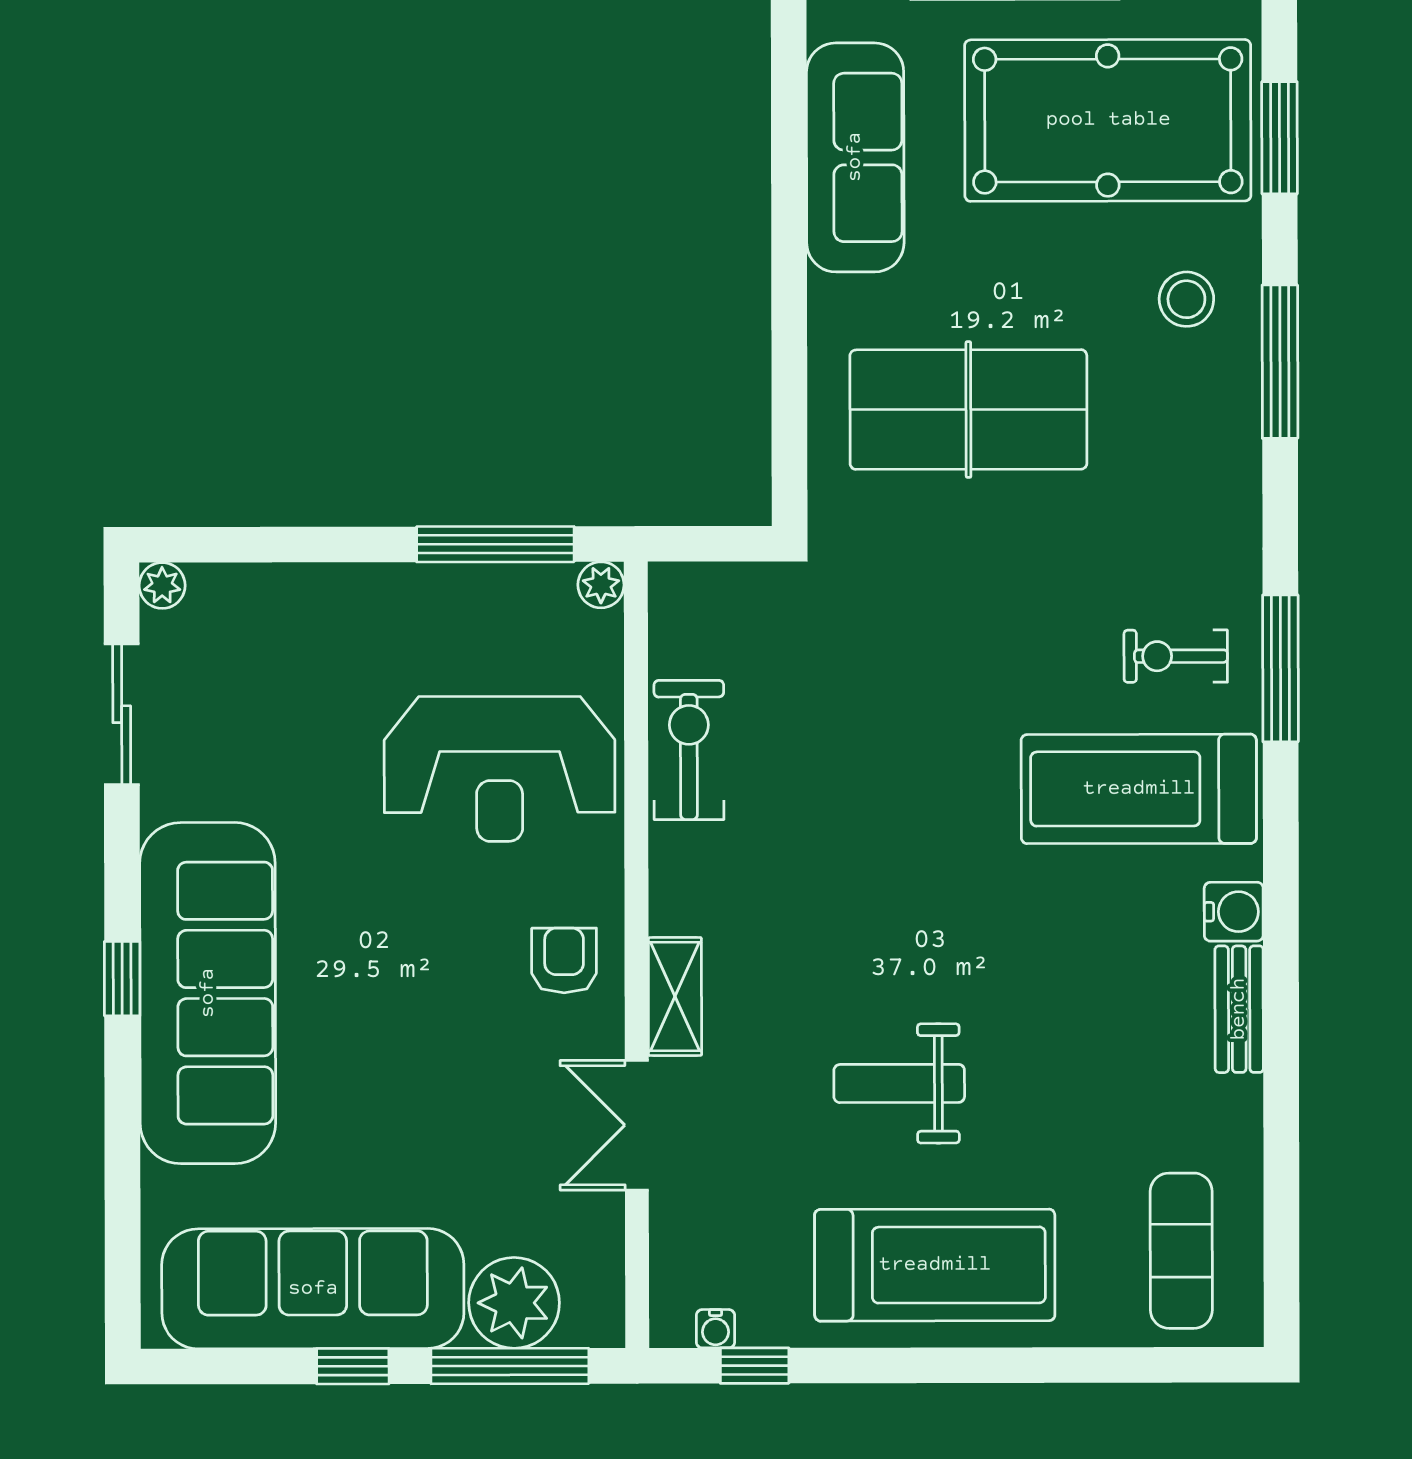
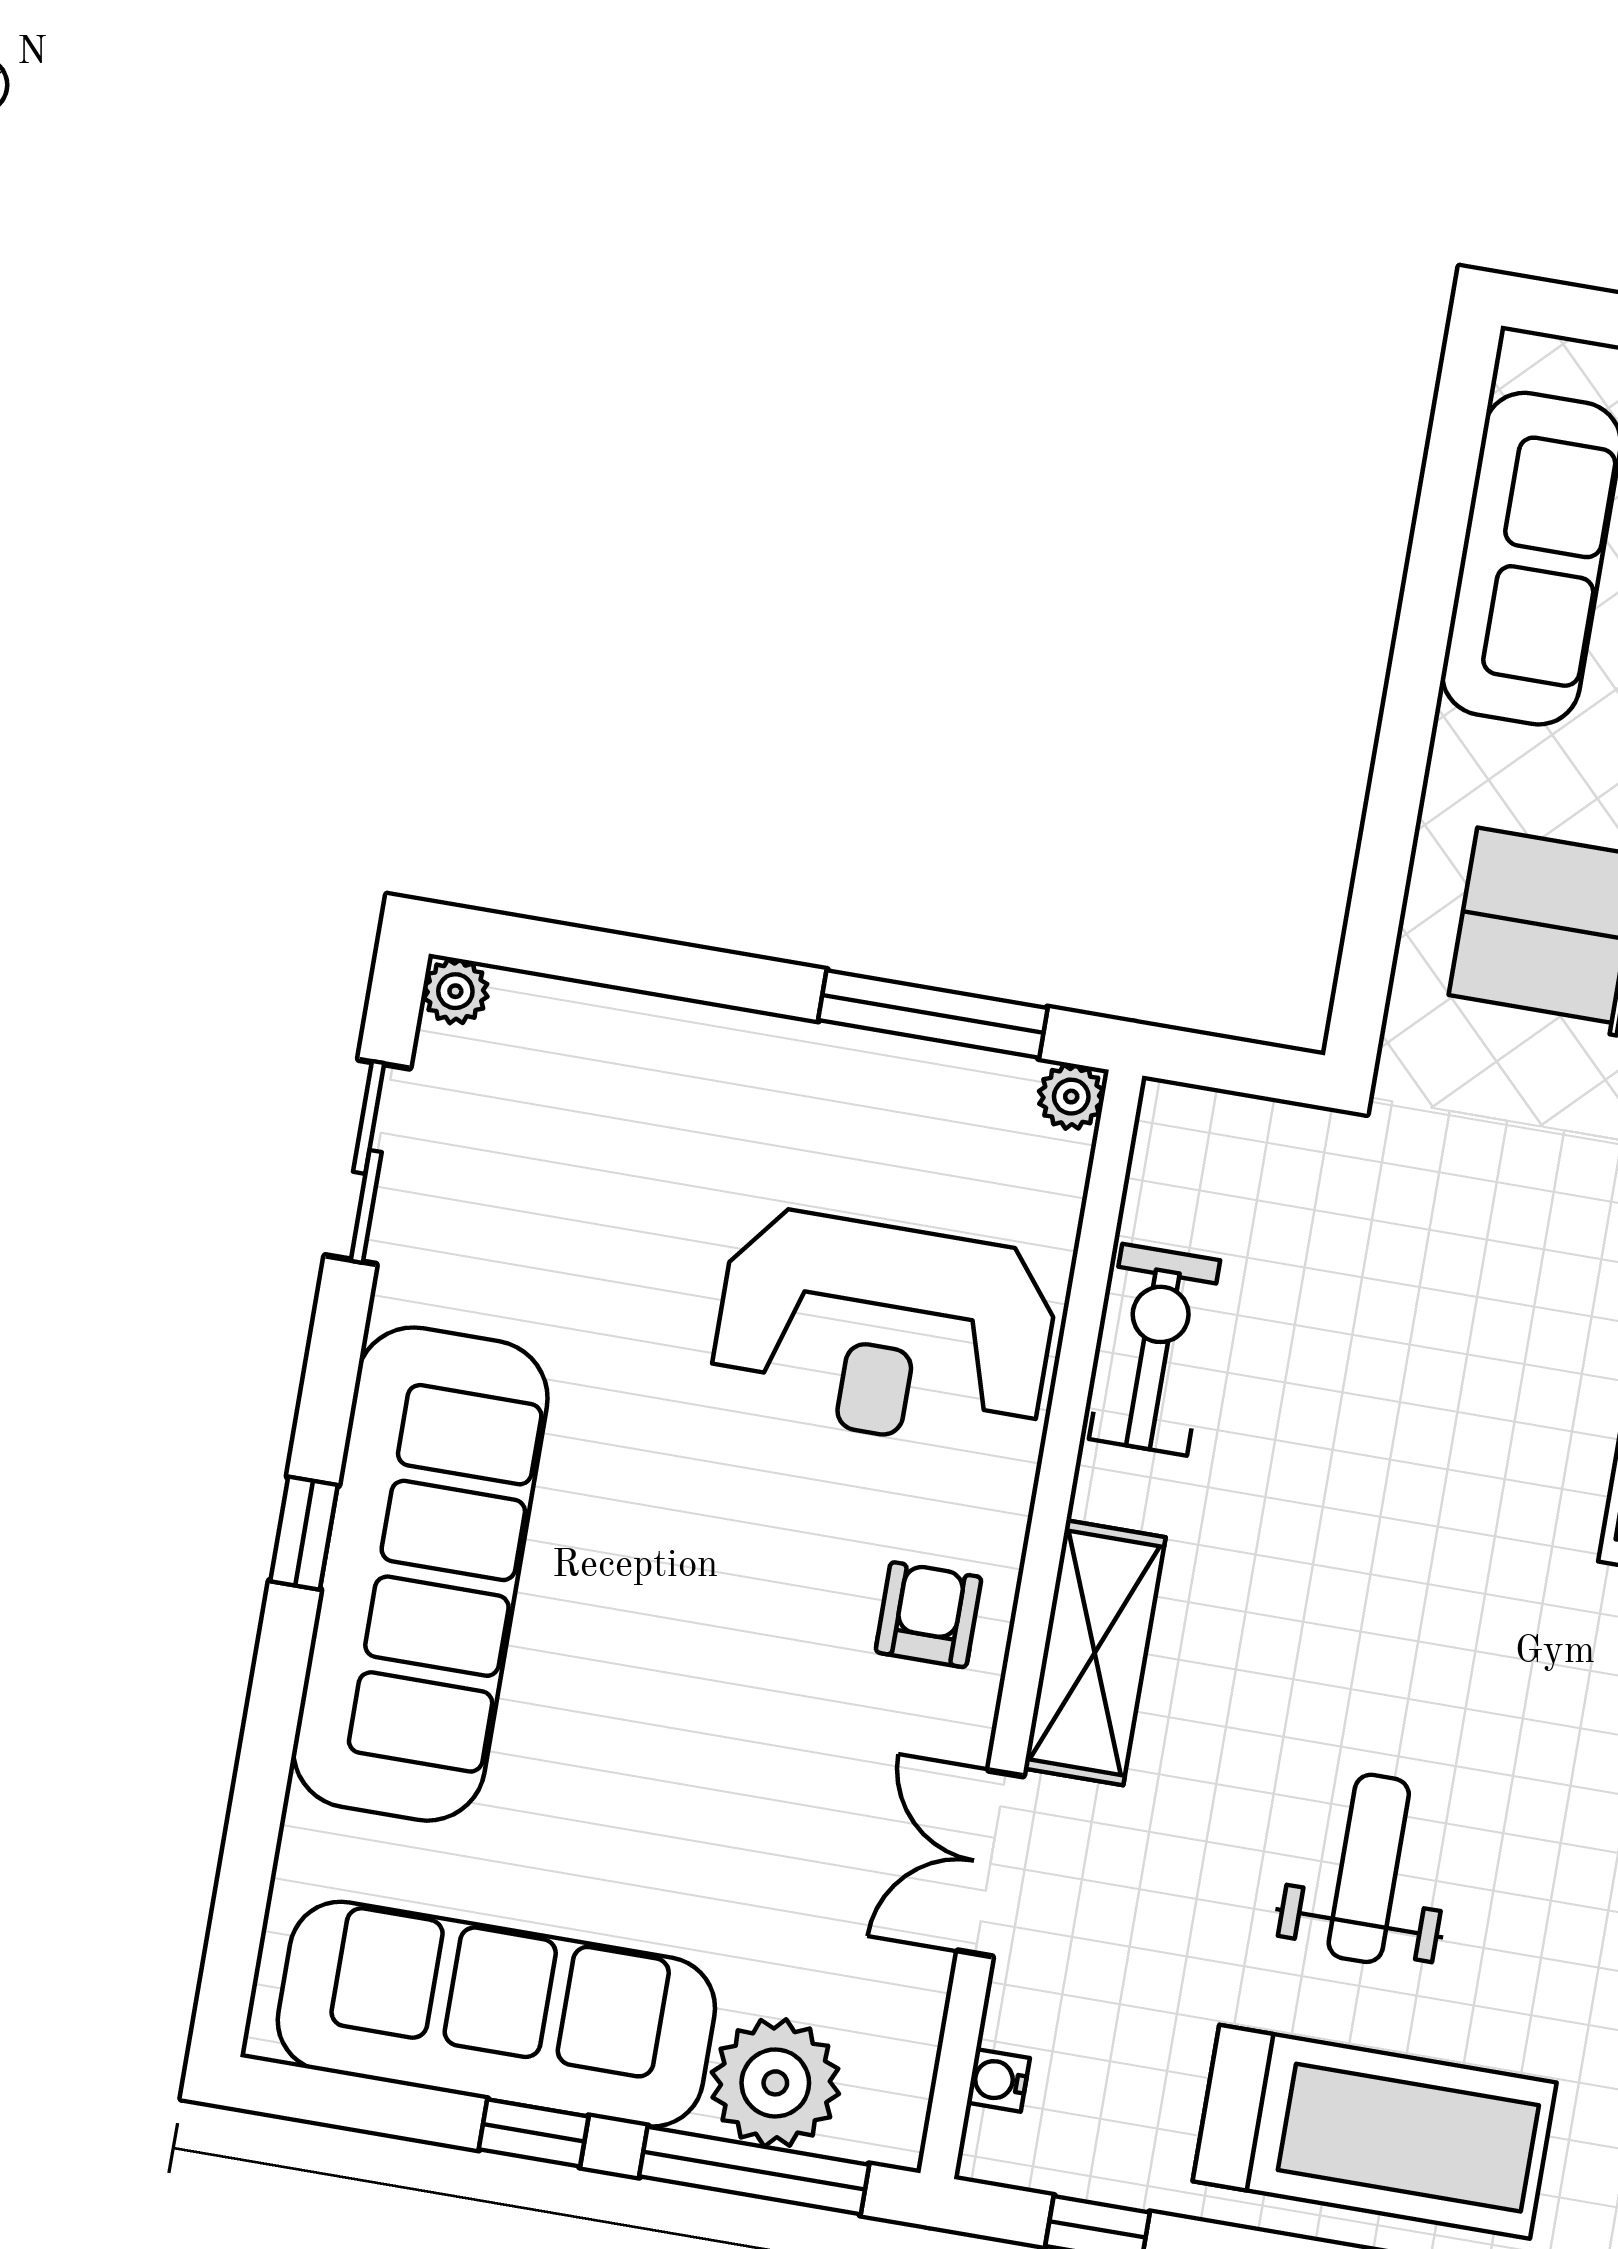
shelving: (675, 997) -> (1095, 1653), width x1.50, depth x1.33
weight bench: (899, 1083) -> (1369, 1868), turned 90
water cooler: (715, 1329) -> (998, 2080), moved, turned 90

